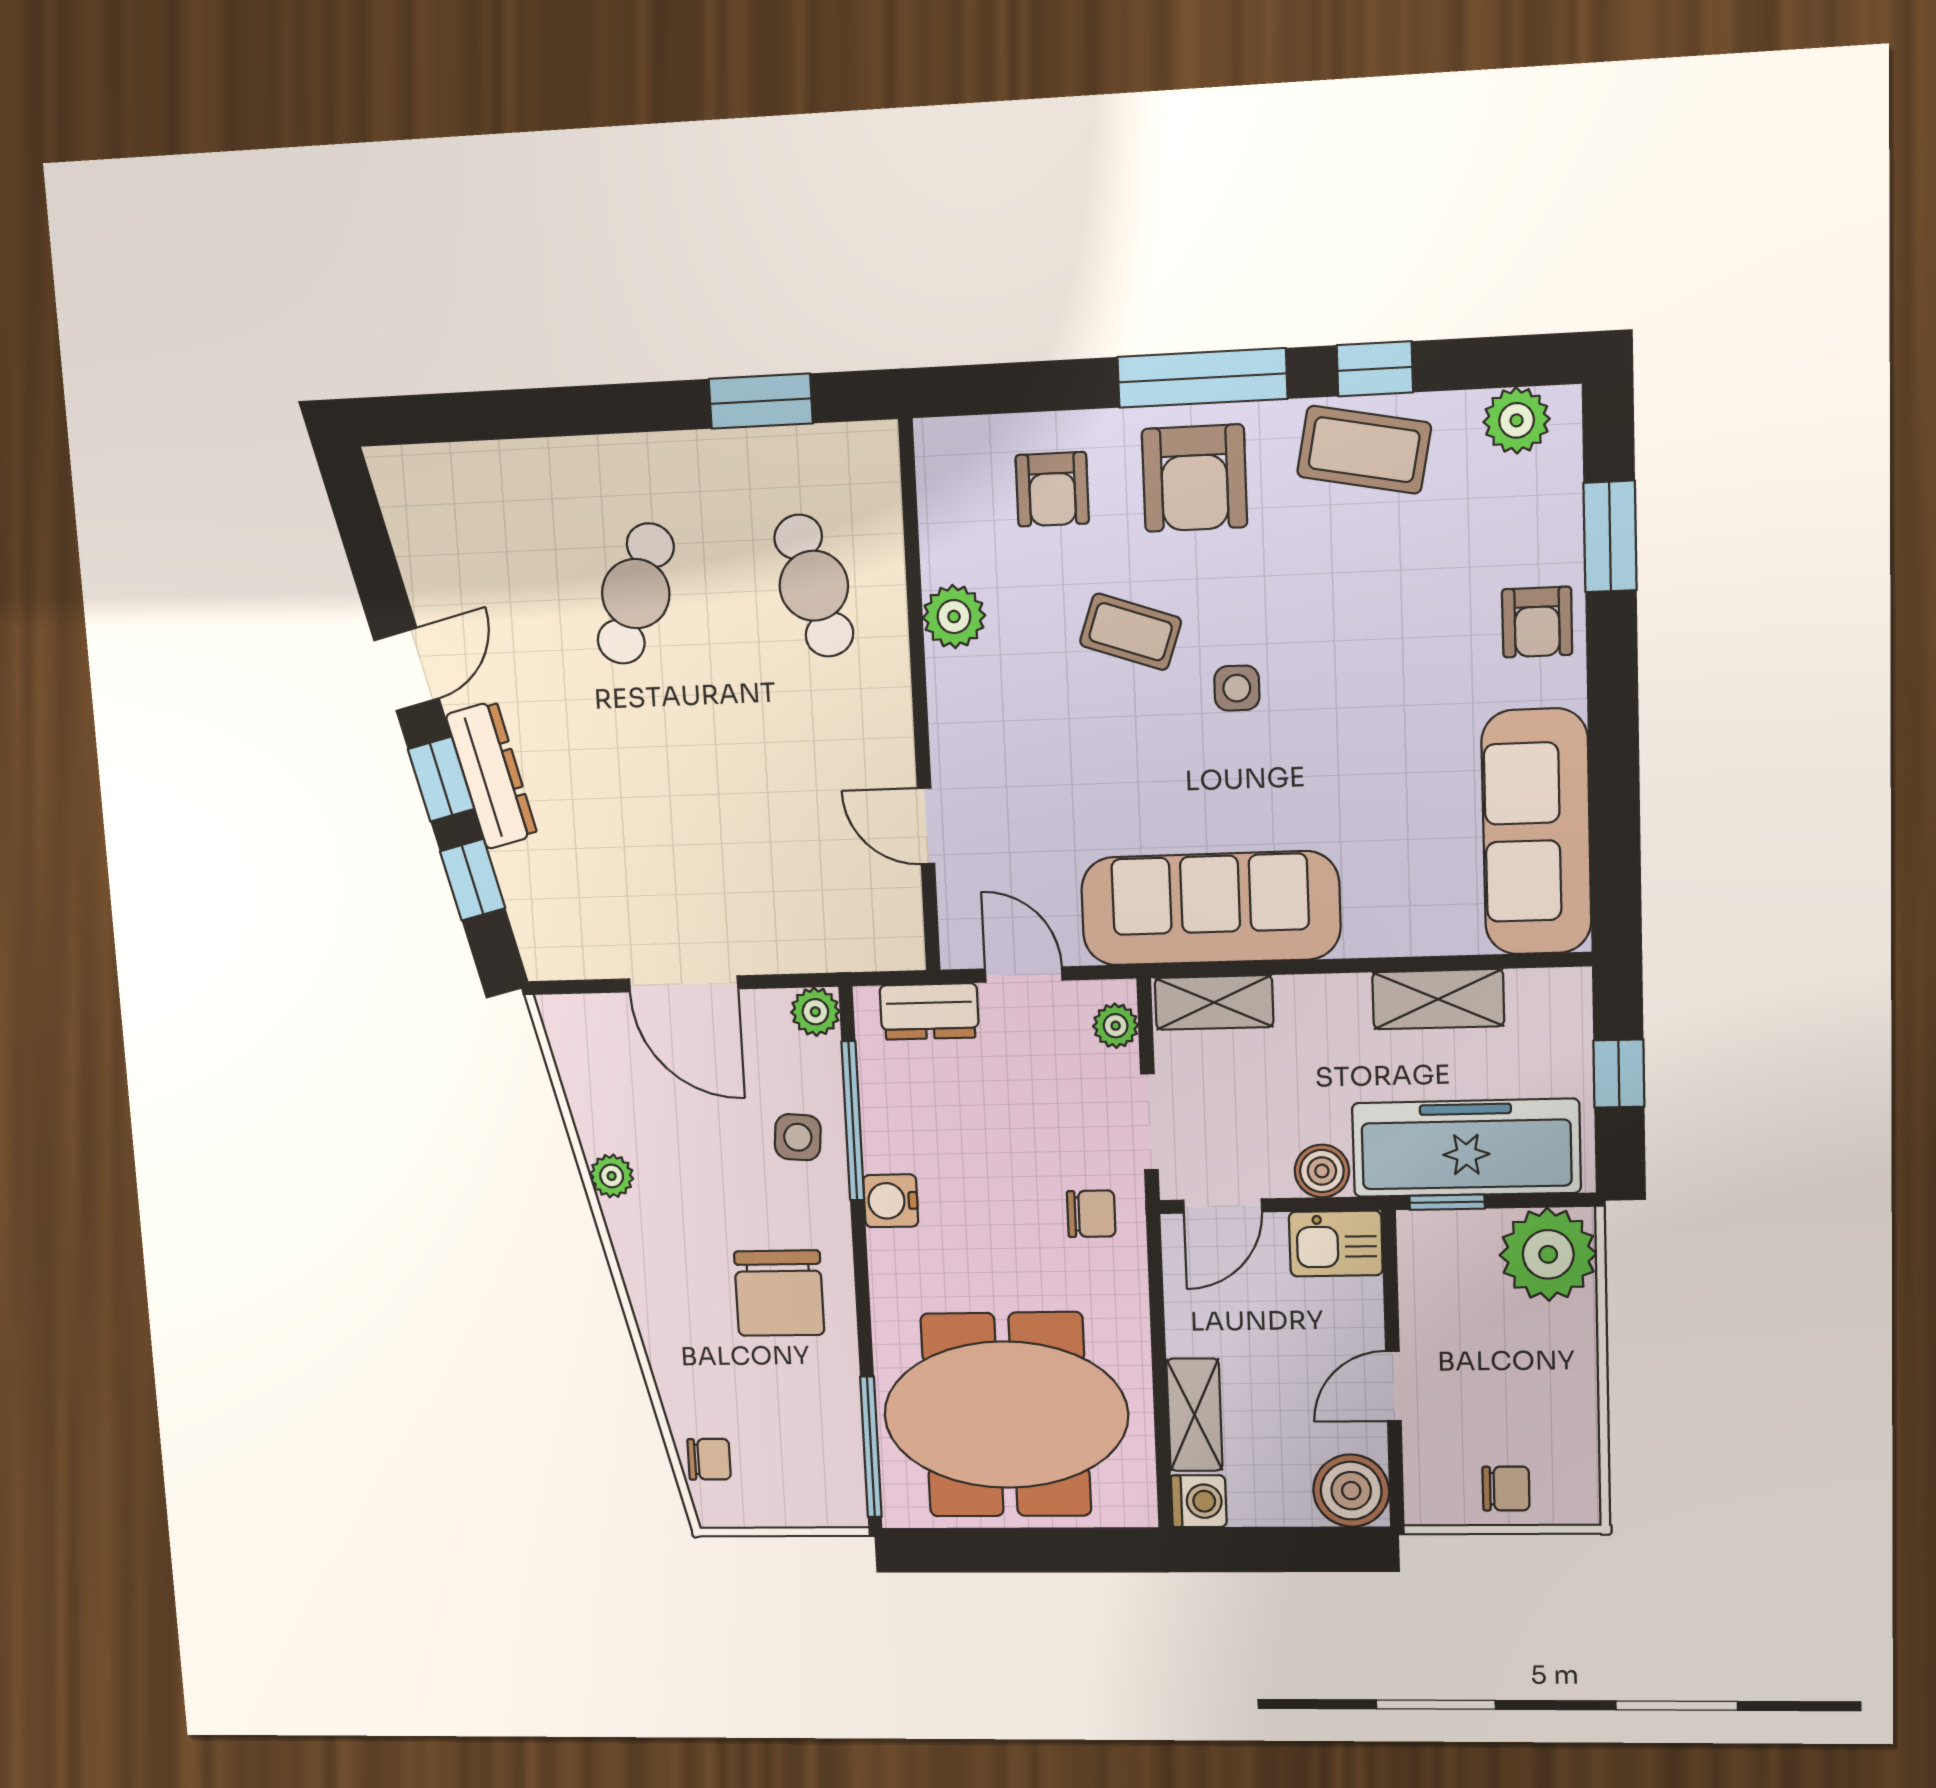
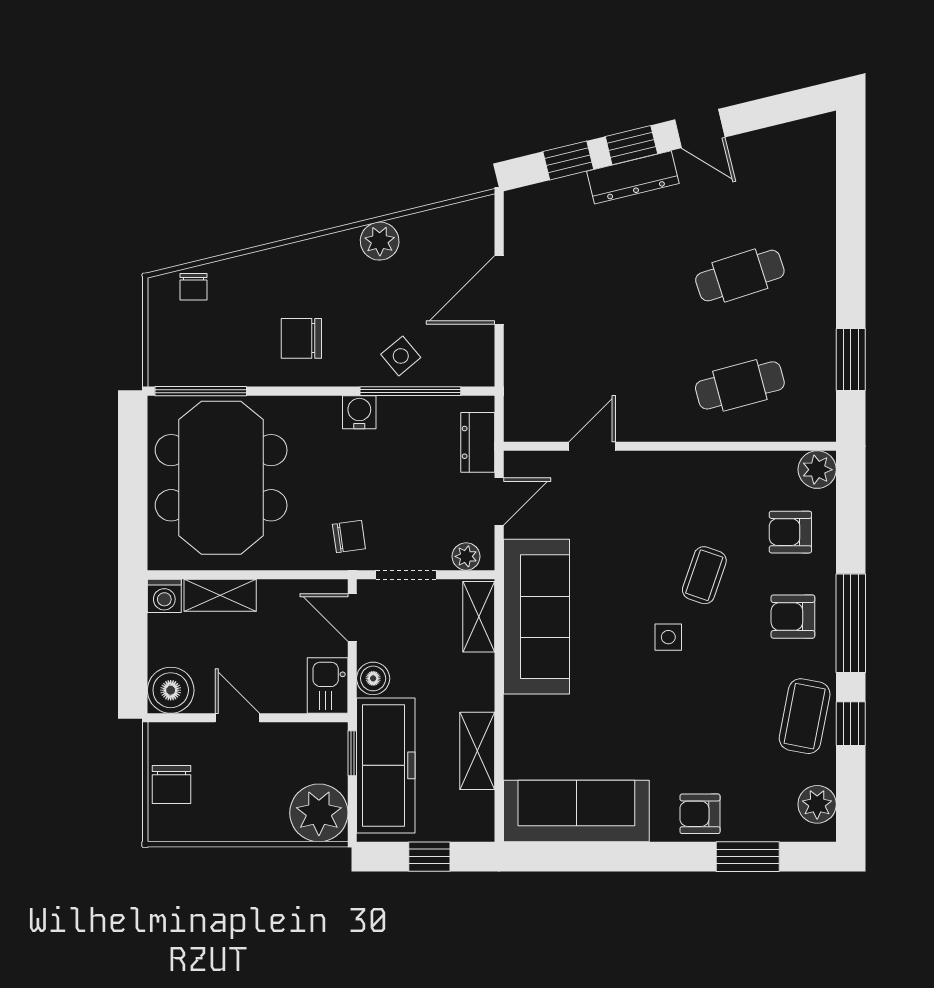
armchair: (1194, 478) -> (793, 617), width x0.72, depth x0.72
cafe table: (636, 594) -> (740, 276), turned -39
plant: (954, 617) -> (817, 470), moved
plant: (815, 1012) -> (479, 372), removed
side table: (798, 1137) -> (401, 356), turned 45
plant: (612, 1176) -> (380, 241), width x1.38, depth x1.38
chair: (1091, 1214) -> (349, 537), turned -98
chair: (779, 1293) -> (301, 338), width x0.73, depth x0.73
chair: (1506, 1489) -> (171, 785), width x1.37, depth x1.37

